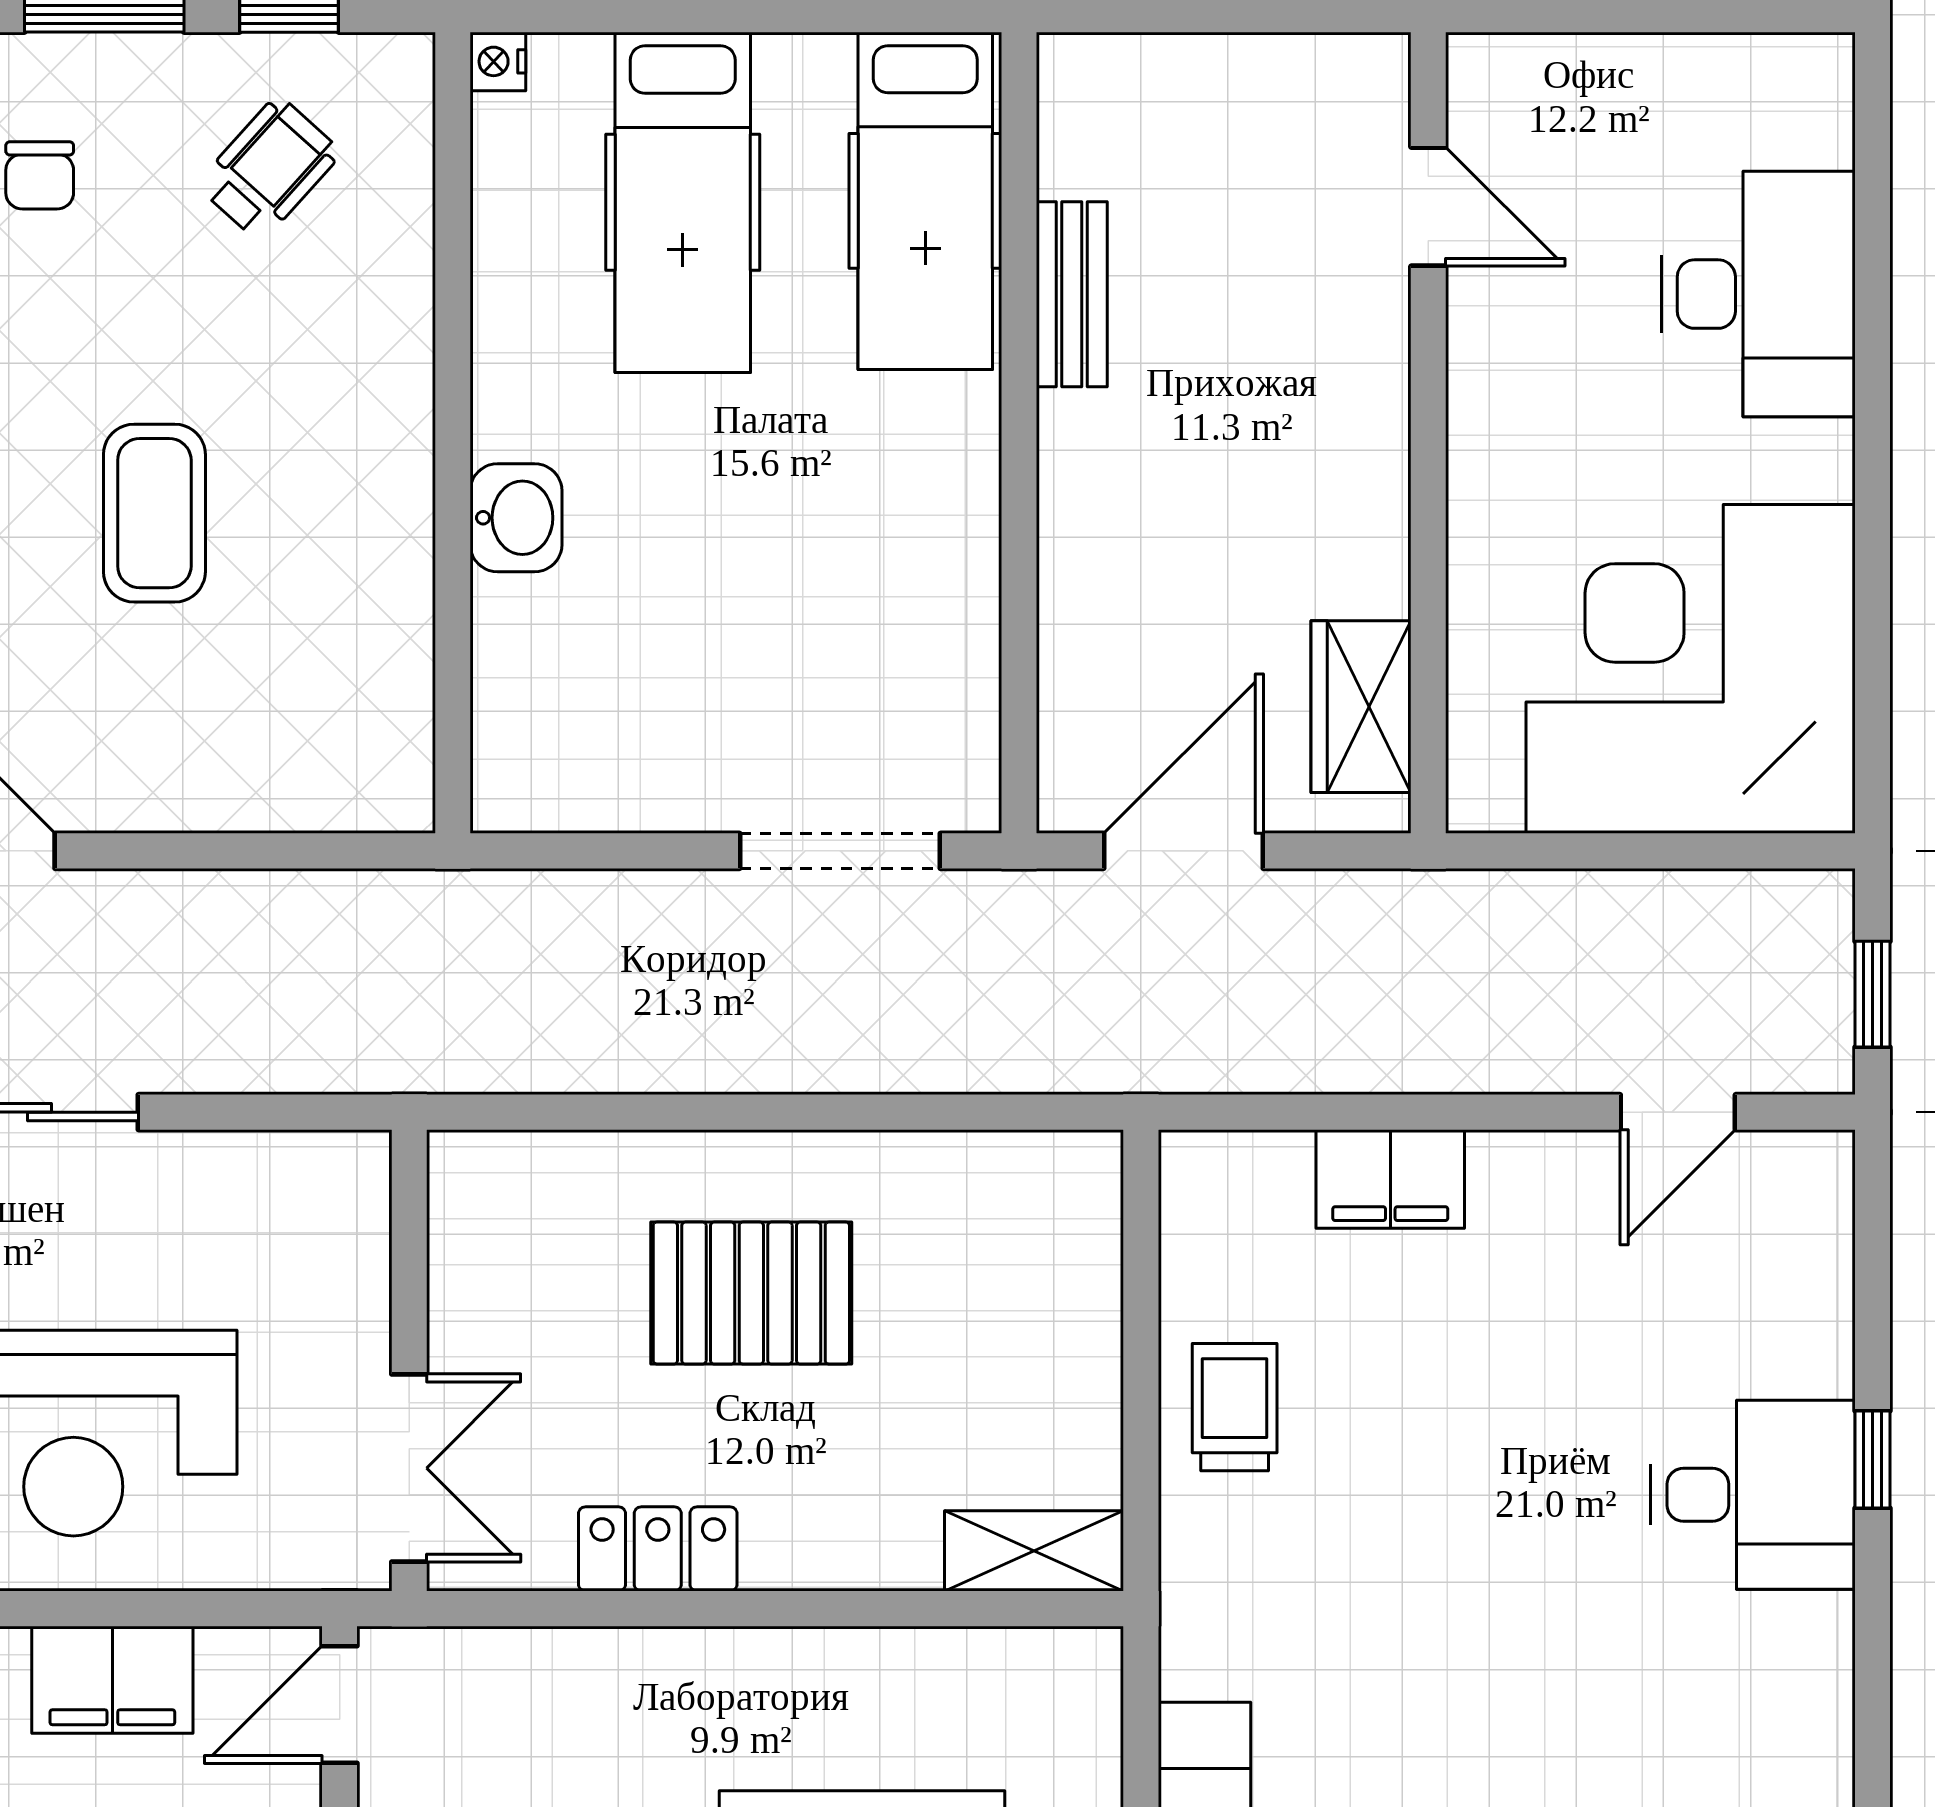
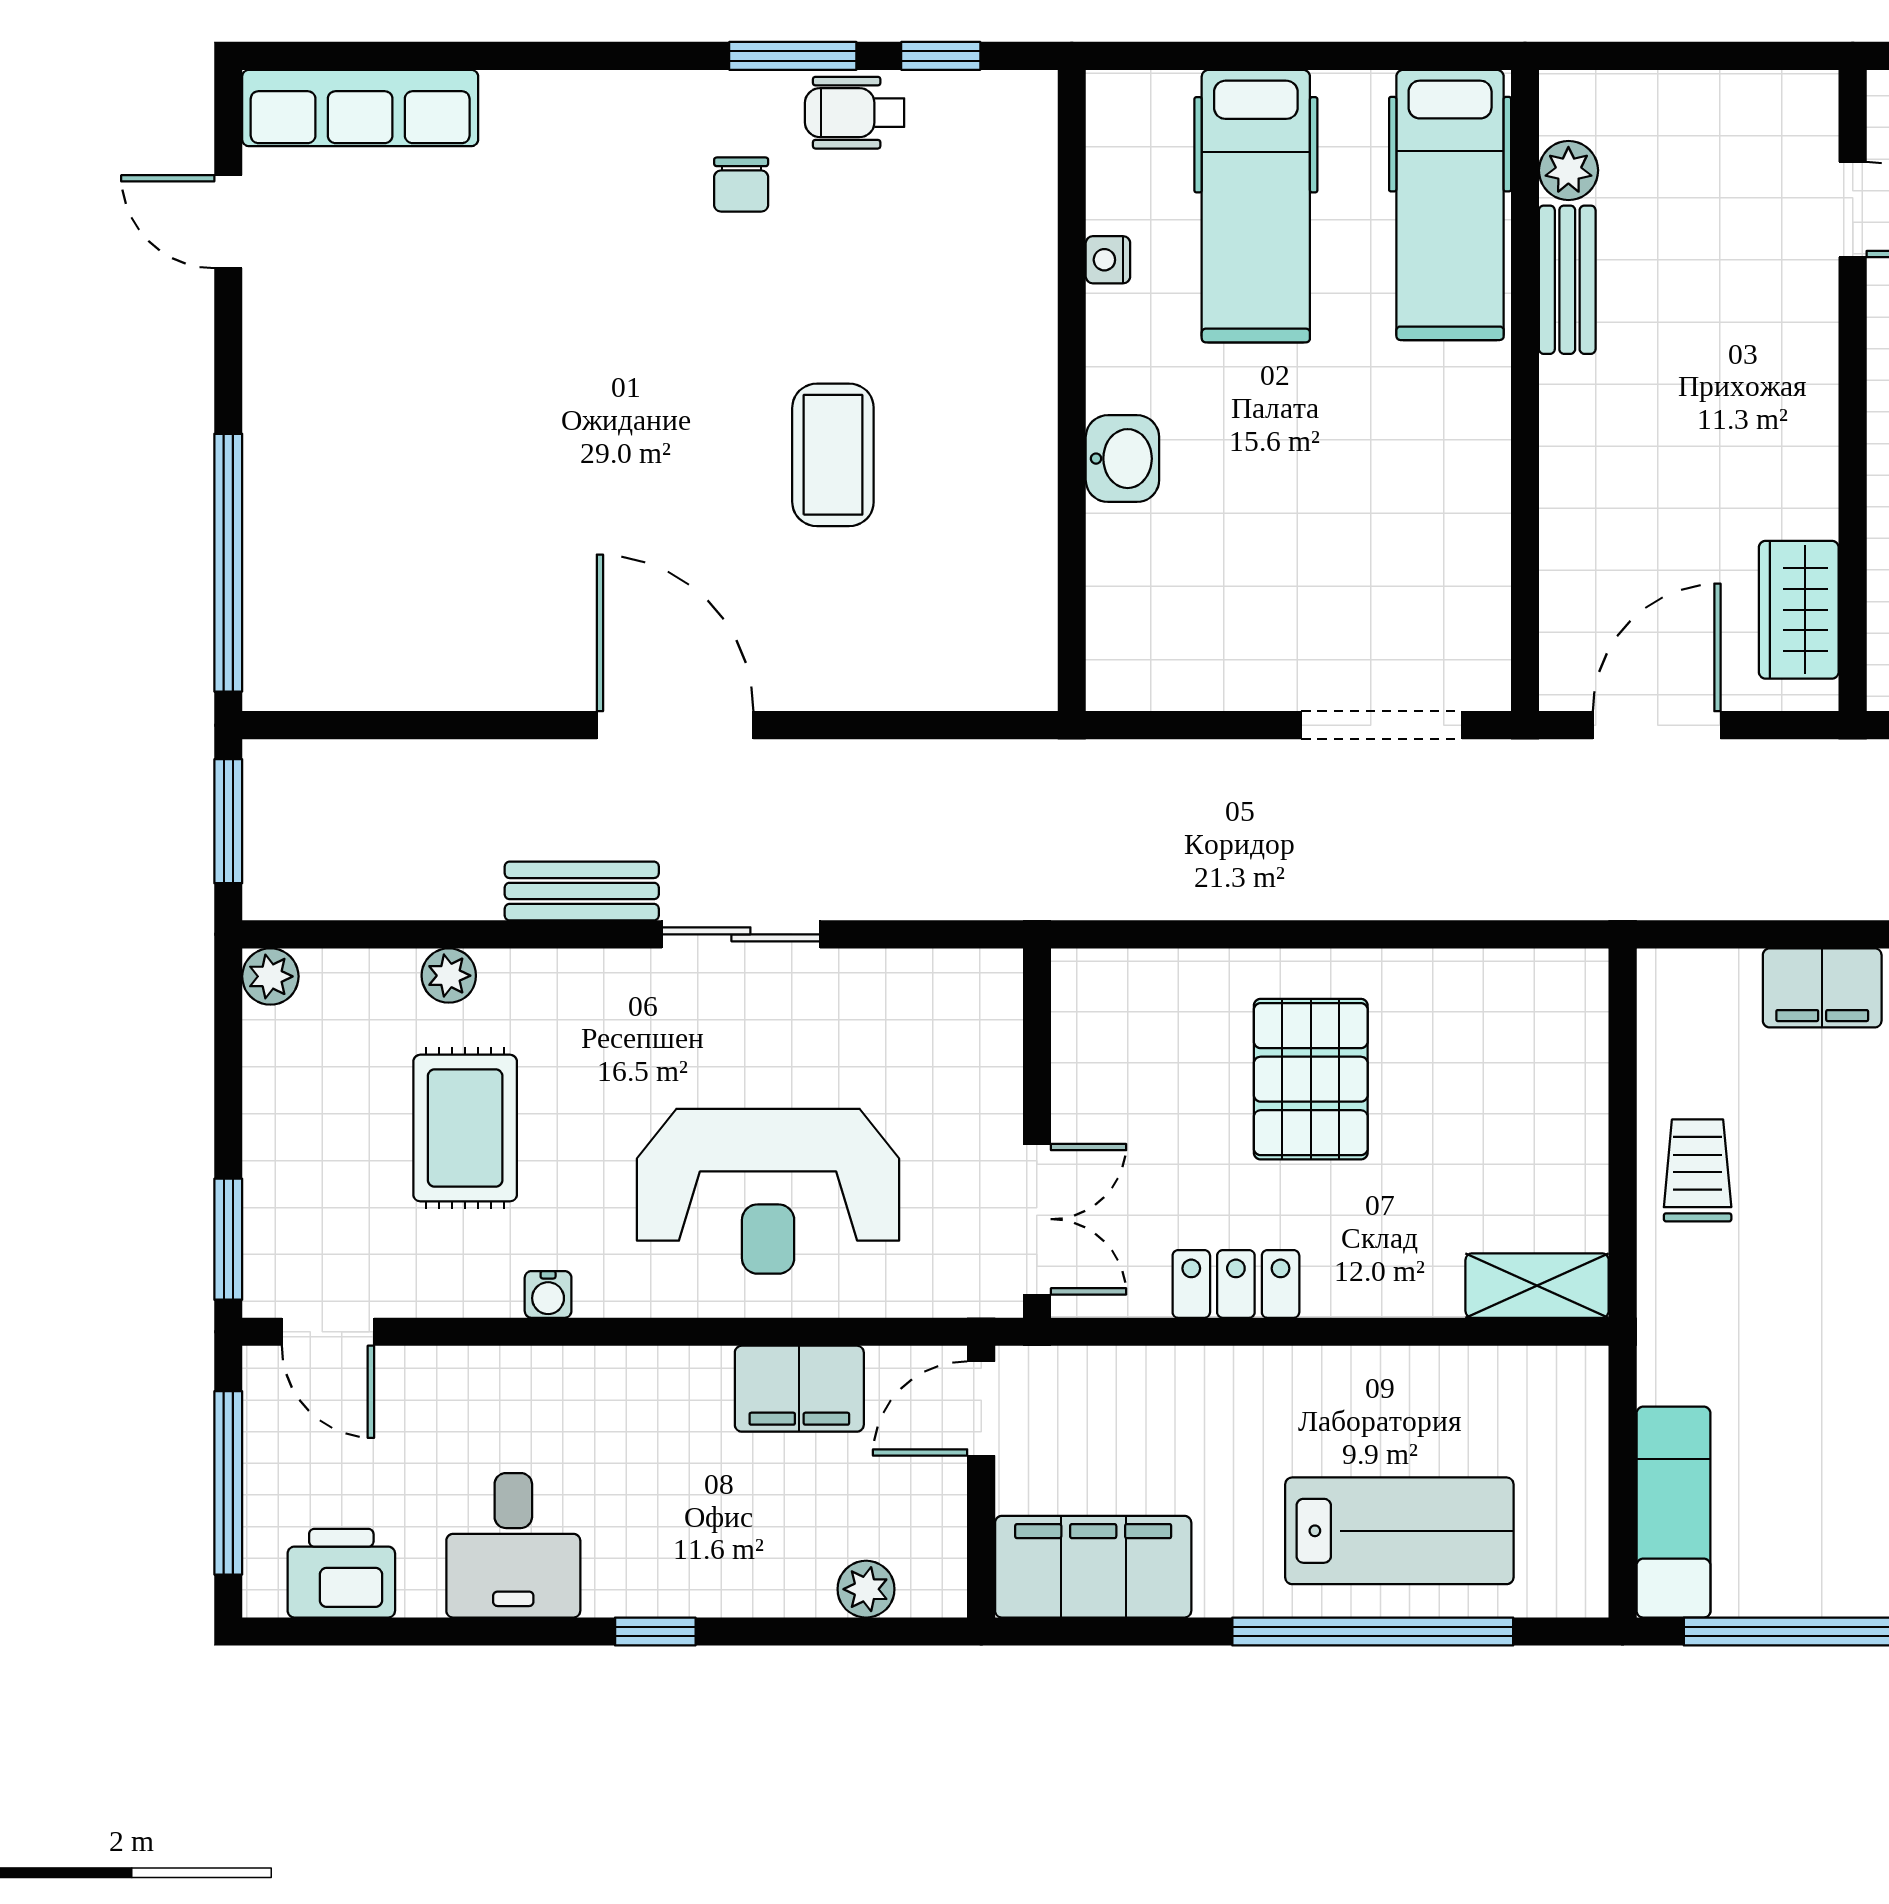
nightstand: (498, 61) -> (1108, 260), moved
plant: (1073, 158) -> (1568, 170), added
wheelchair: (269, 169) -> (855, 113), moved, turned -132
pallet: (751, 1293) -> (1311, 1079), turned 90

